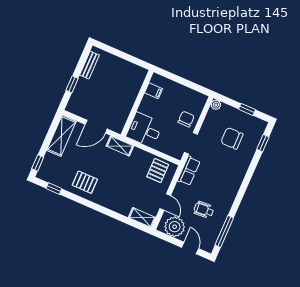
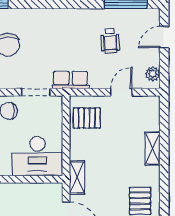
desk: (144, 130) -> (37, 156), width x1.37
shelving: (142, 217) -> (152, 148), moved
plant: (175, 227) -> (153, 74), width x0.53, depth x0.53

